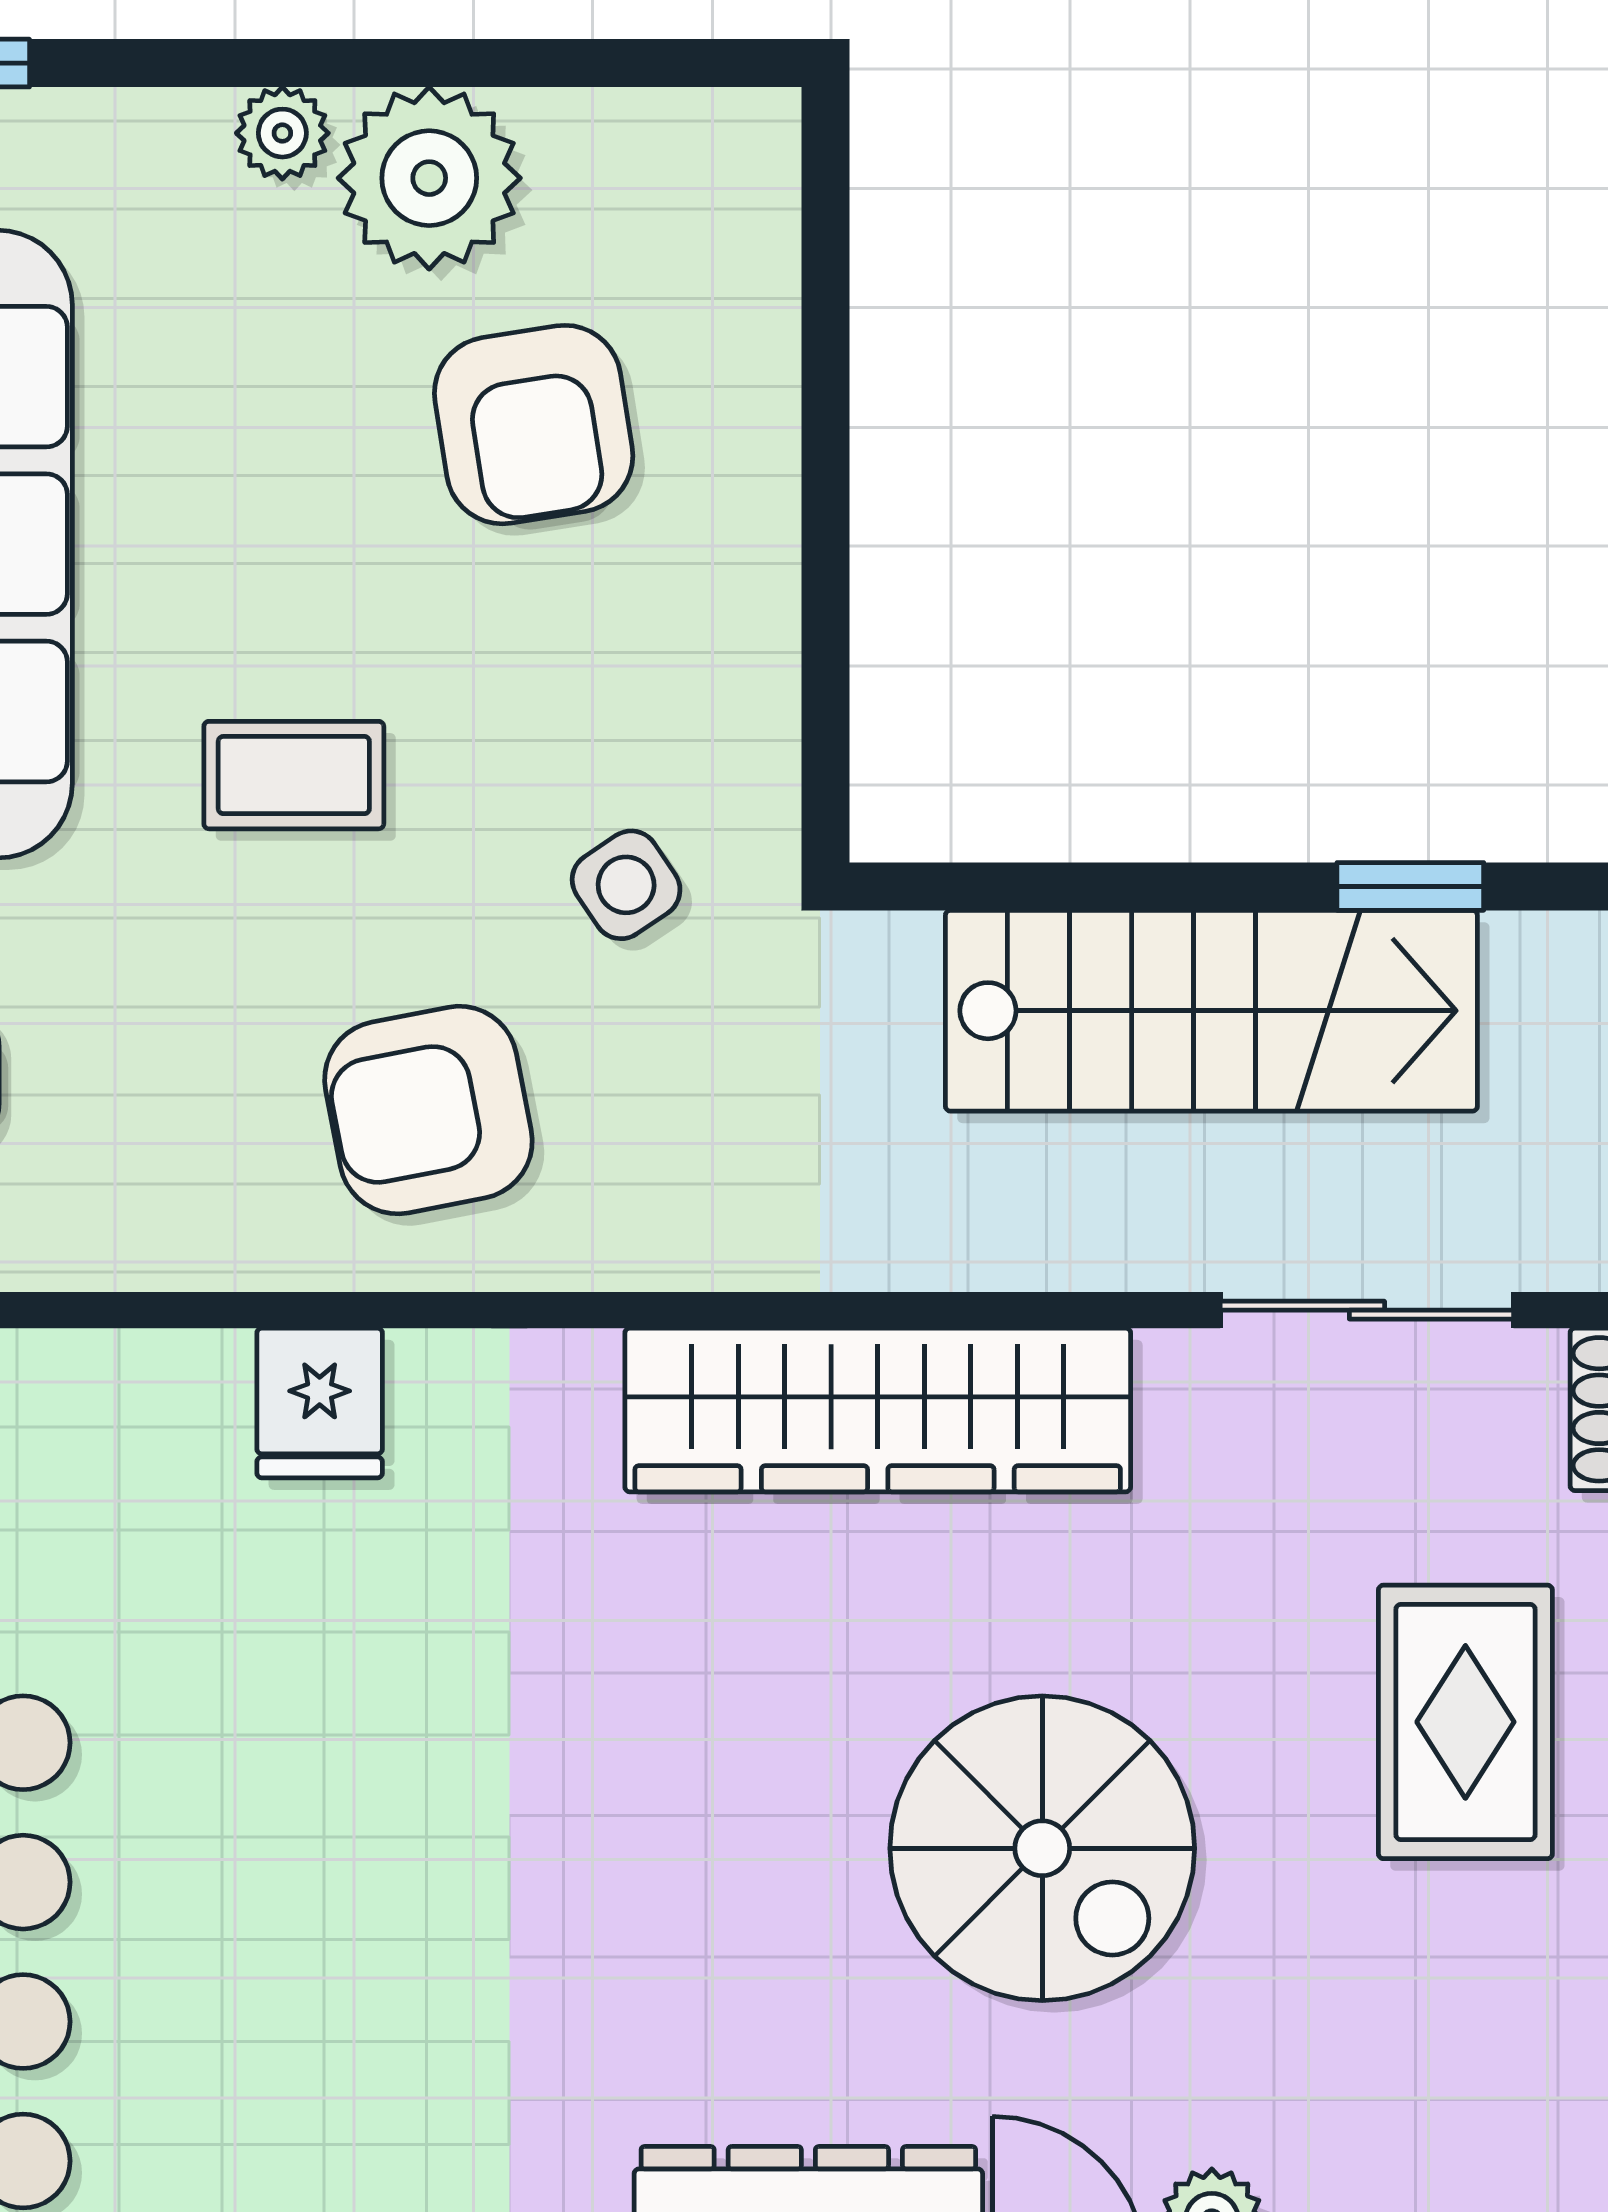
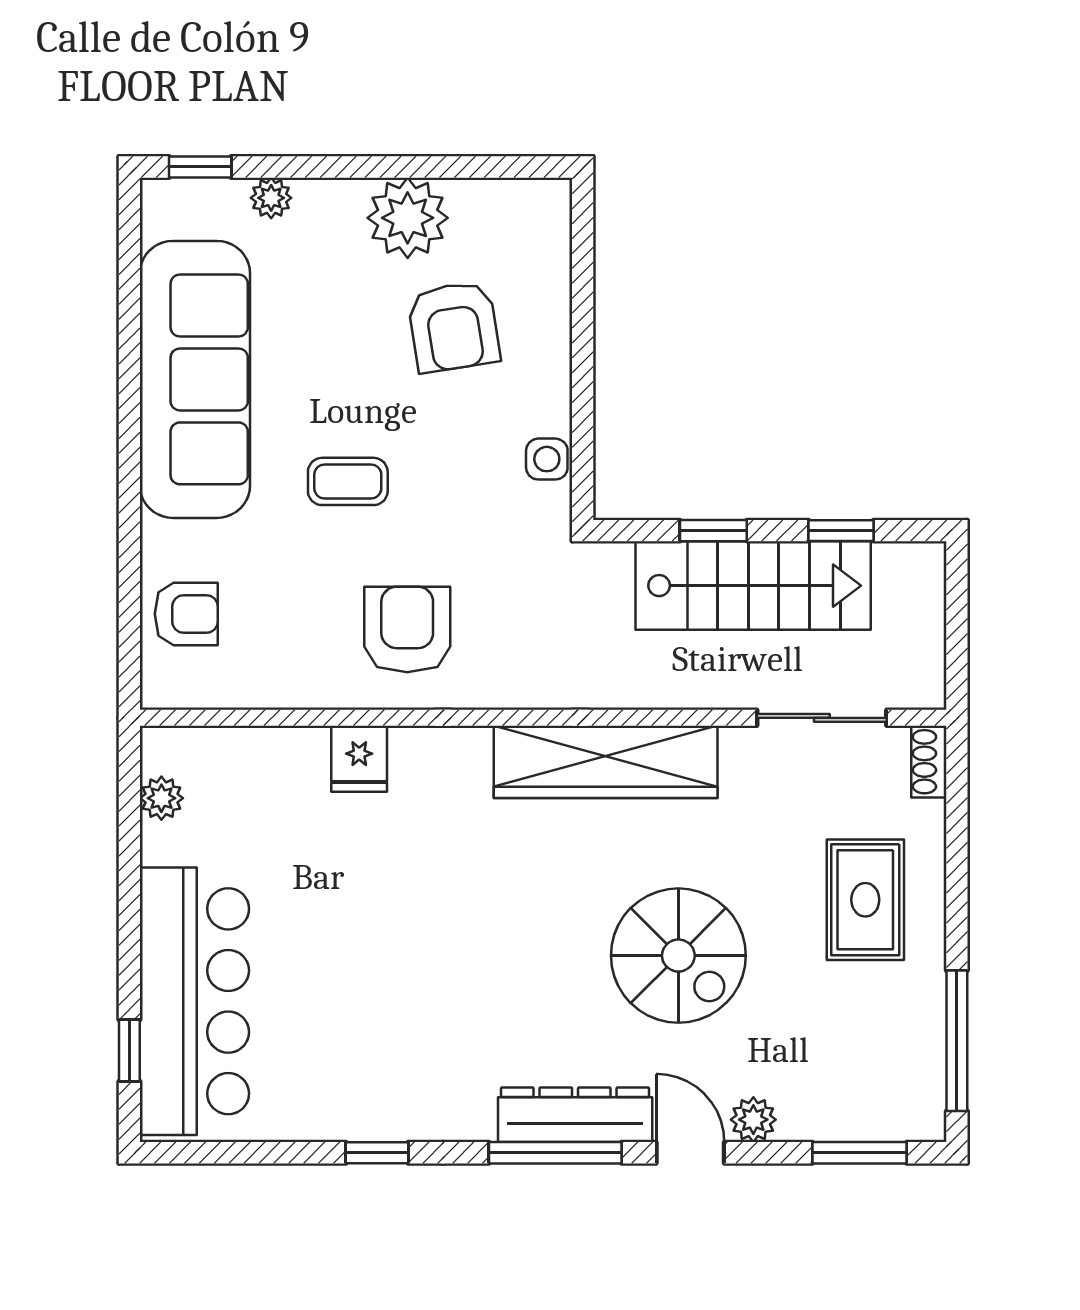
plant: (282, 133) -> (271, 198), moved
side table: (626, 885) -> (547, 459), moved, turned 34
window: (1121, 886) -> (713, 531), added
armchair: (428, 1110) -> (407, 629), turned 101

